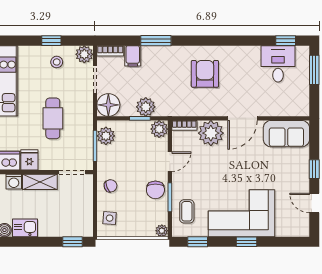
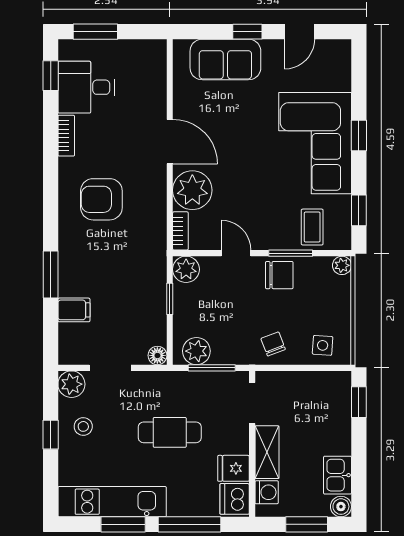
bookcase: (110, 51) -> (66, 136), moved
floor lamp: (108, 105) -> (157, 355), width x0.53, depth x0.53
plant: (146, 107) -> (152, 290), removed
sofa: (286, 134) -> (225, 59), moved, turned 90
coffee table: (187, 211) -> (312, 227), turned 90

